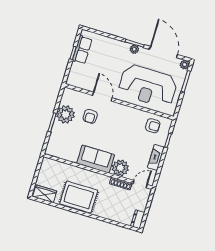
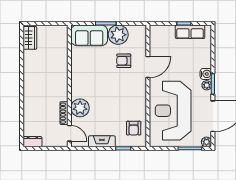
water cooler: (124, 47) -> (206, 74), added
sofa: (96, 159) -> (89, 35), moved, turned 90
rug: (79, 197) -> (37, 74), removed

